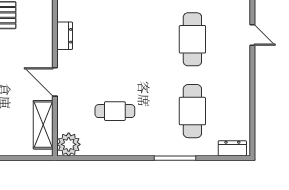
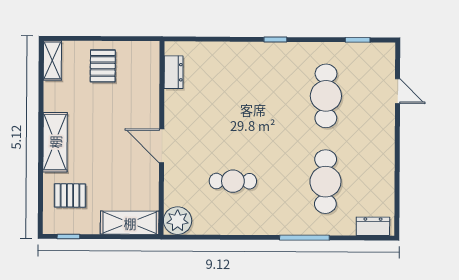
dresser: (65, 36) -> (174, 72), moved
shelving: (43, 125) -> (130, 223), moved, turned 90

